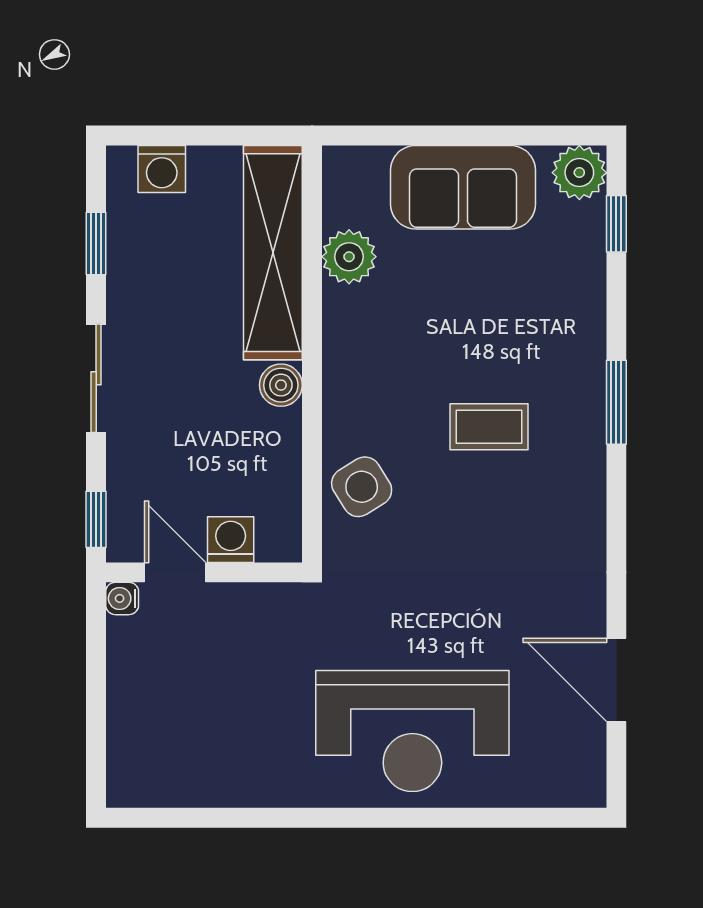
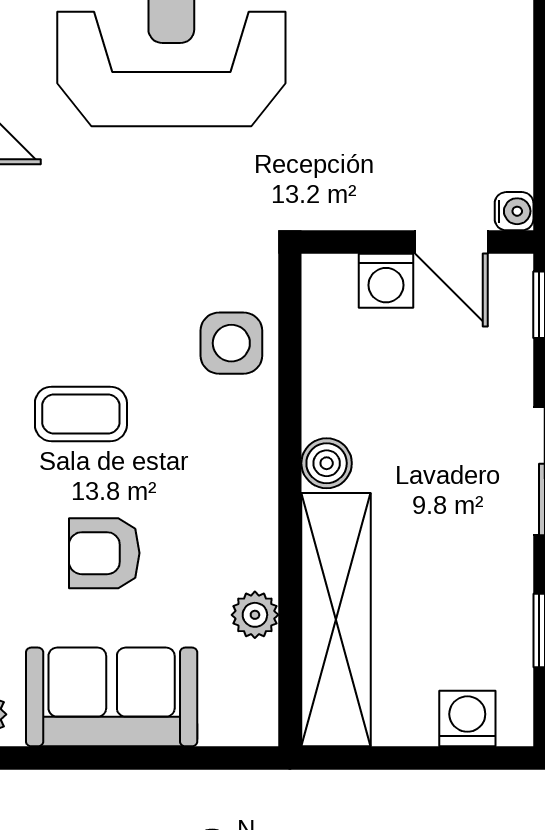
plant: (349, 257) -> (255, 615), width x0.73, depth x0.73
armchair: (469, 309) -> (104, 553), added
side table: (362, 487) -> (231, 343), turned 32

